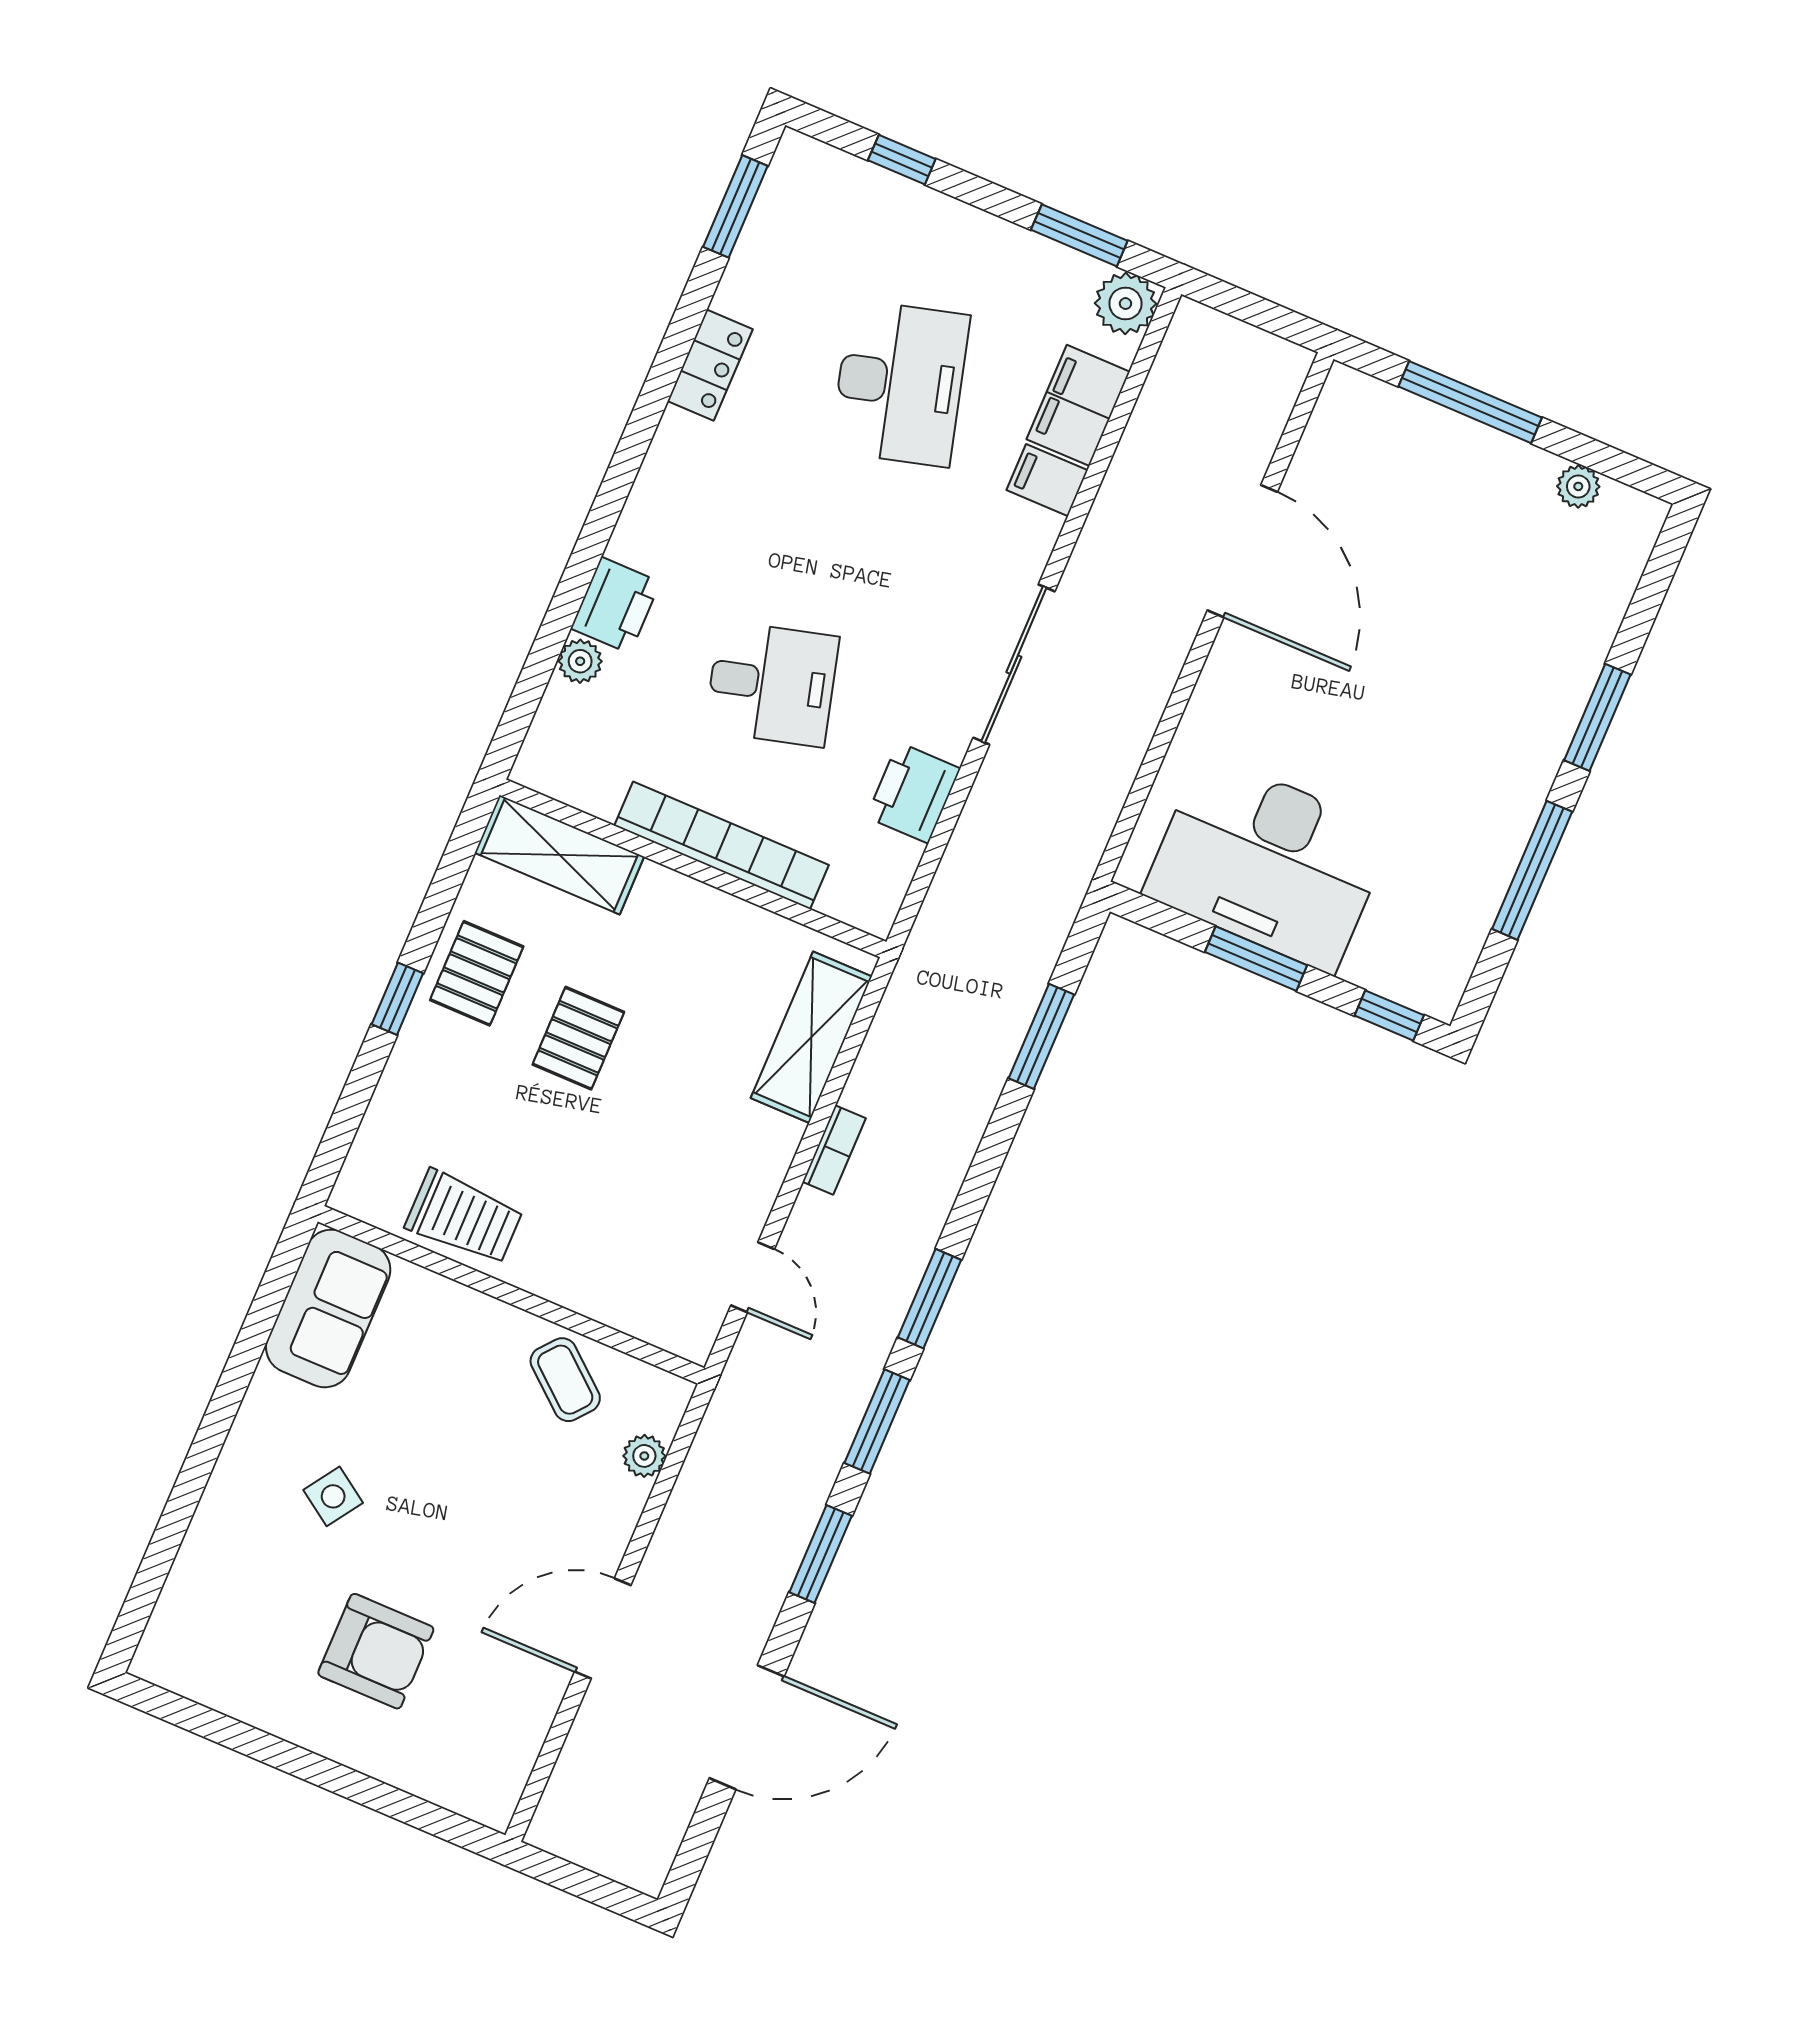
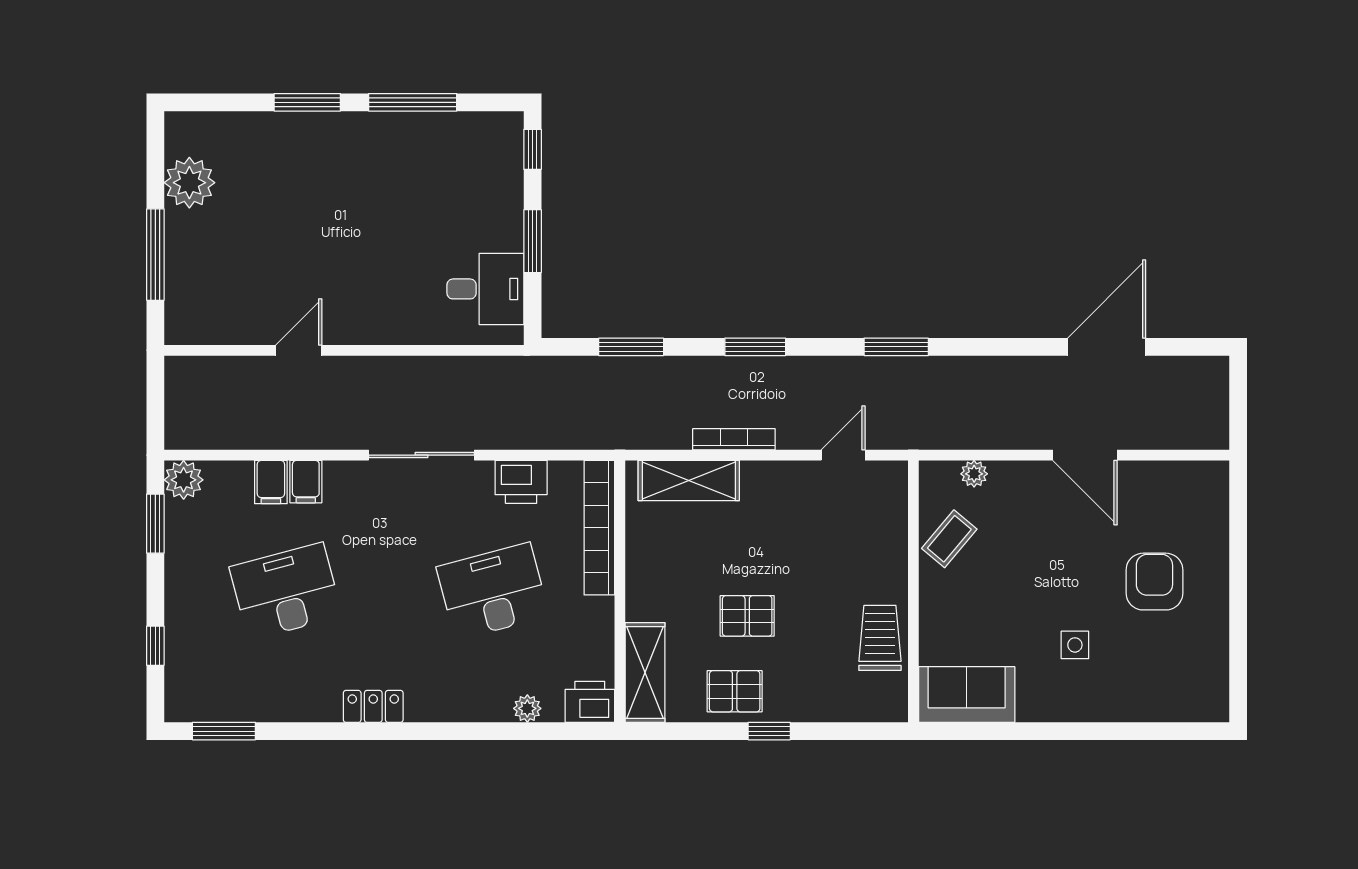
locker: (710, 365) -> (373, 706), moved
filing cabinet: (1078, 405) -> (271, 482), width x0.50
plant: (1578, 486) -> (189, 183), width x1.88, depth x1.88
door: (1242, 551) -> (299, 350), width x0.53
printer: (616, 605) -> (590, 702), moved
desk: (772, 684) -> (493, 591), width x1.37
bookcase: (721, 845) -> (599, 528), moved
desk: (1268, 863) -> (485, 289), width x0.53, depth x0.77
bookcase: (834, 1150) -> (734, 439), width x1.56
window: (929, 1299) -> (755, 347), moved
side table: (333, 1496) -> (1075, 645), turned -34
window: (821, 1554) -> (987, 347), removed
door: (747, 1727) -> (1107, 347), hinge flipped

